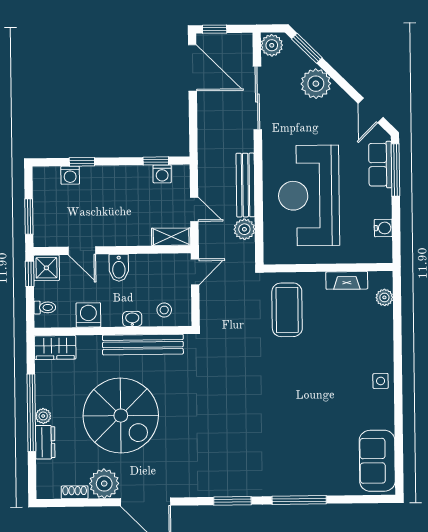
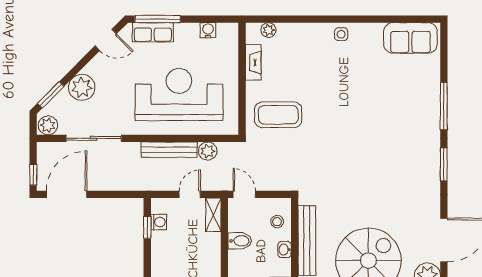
reception desk: (309, 196) -> (179, 95), turned 180
bidet: (119, 268) -> (240, 241), moved

